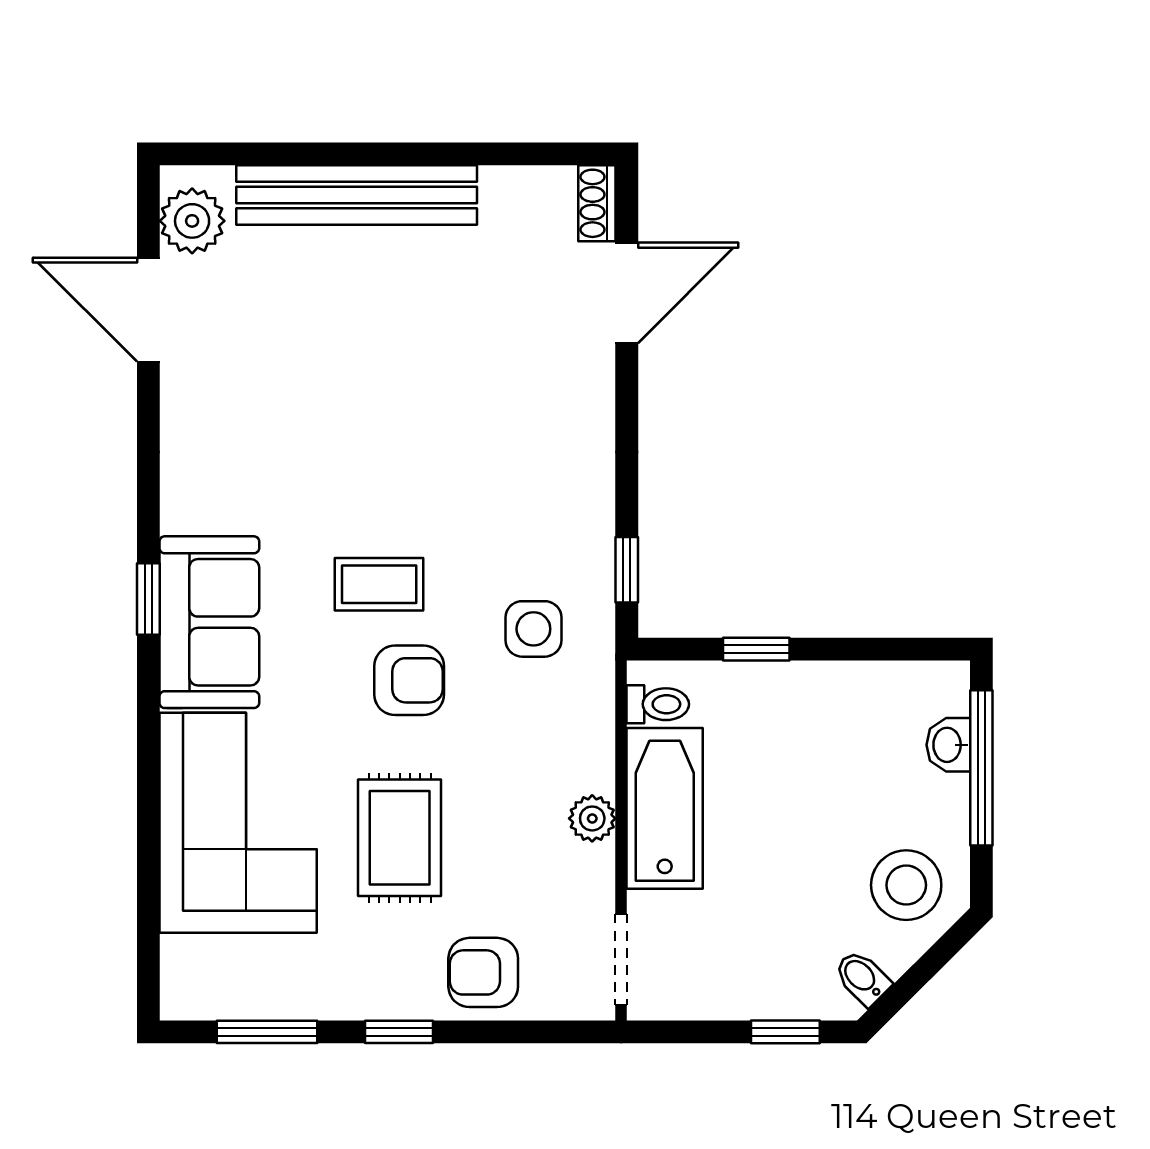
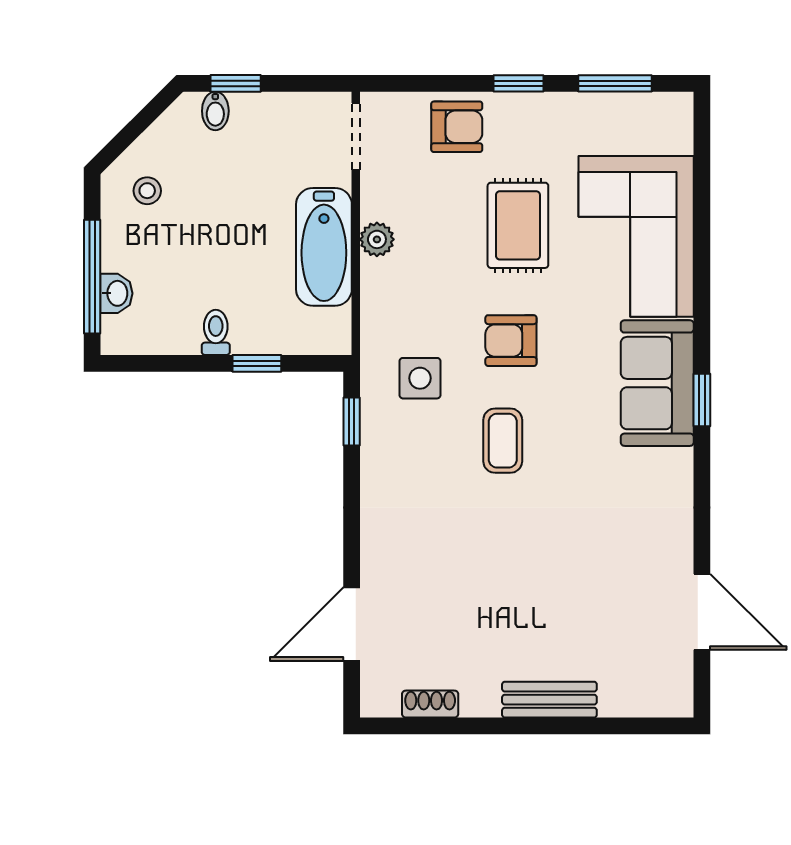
bench: (357, 195) -> (549, 700), width x0.54, depth x0.82
shoe rack: (597, 203) -> (430, 704), moved, turned -90
plant: (192, 221) -> (670, 677), removed
coffee table: (379, 584) -> (503, 441), moved, turned 90
toilet: (658, 704) -> (216, 332), moved, turned 90
stool: (906, 885) -> (147, 191), width x0.53, depth x0.53
bidet: (862, 978) -> (215, 111), moved, turned 45

